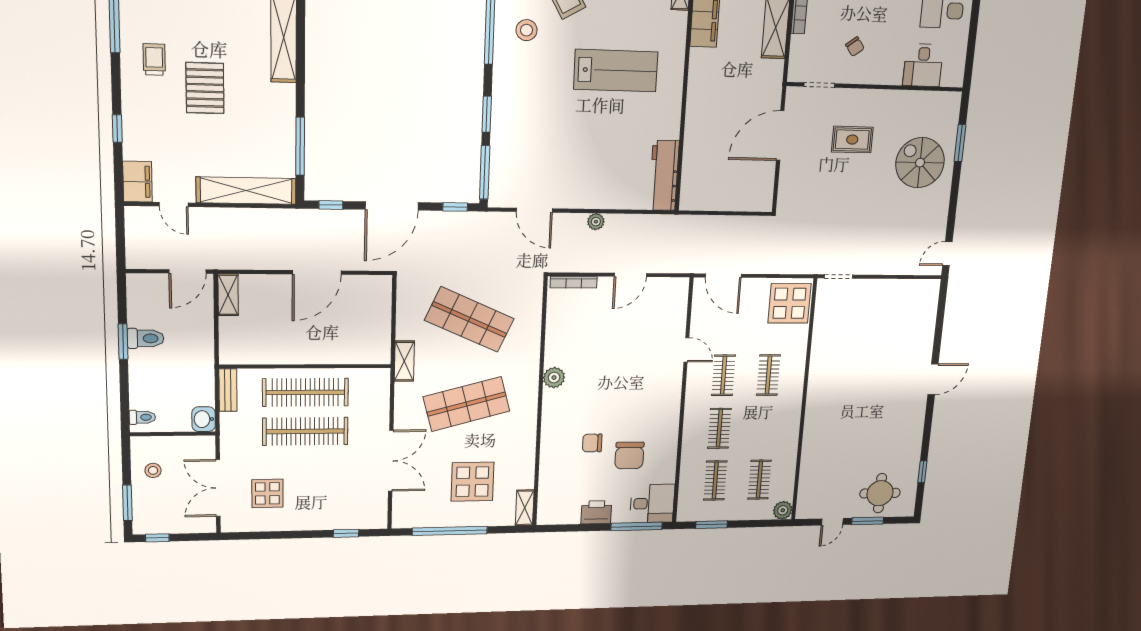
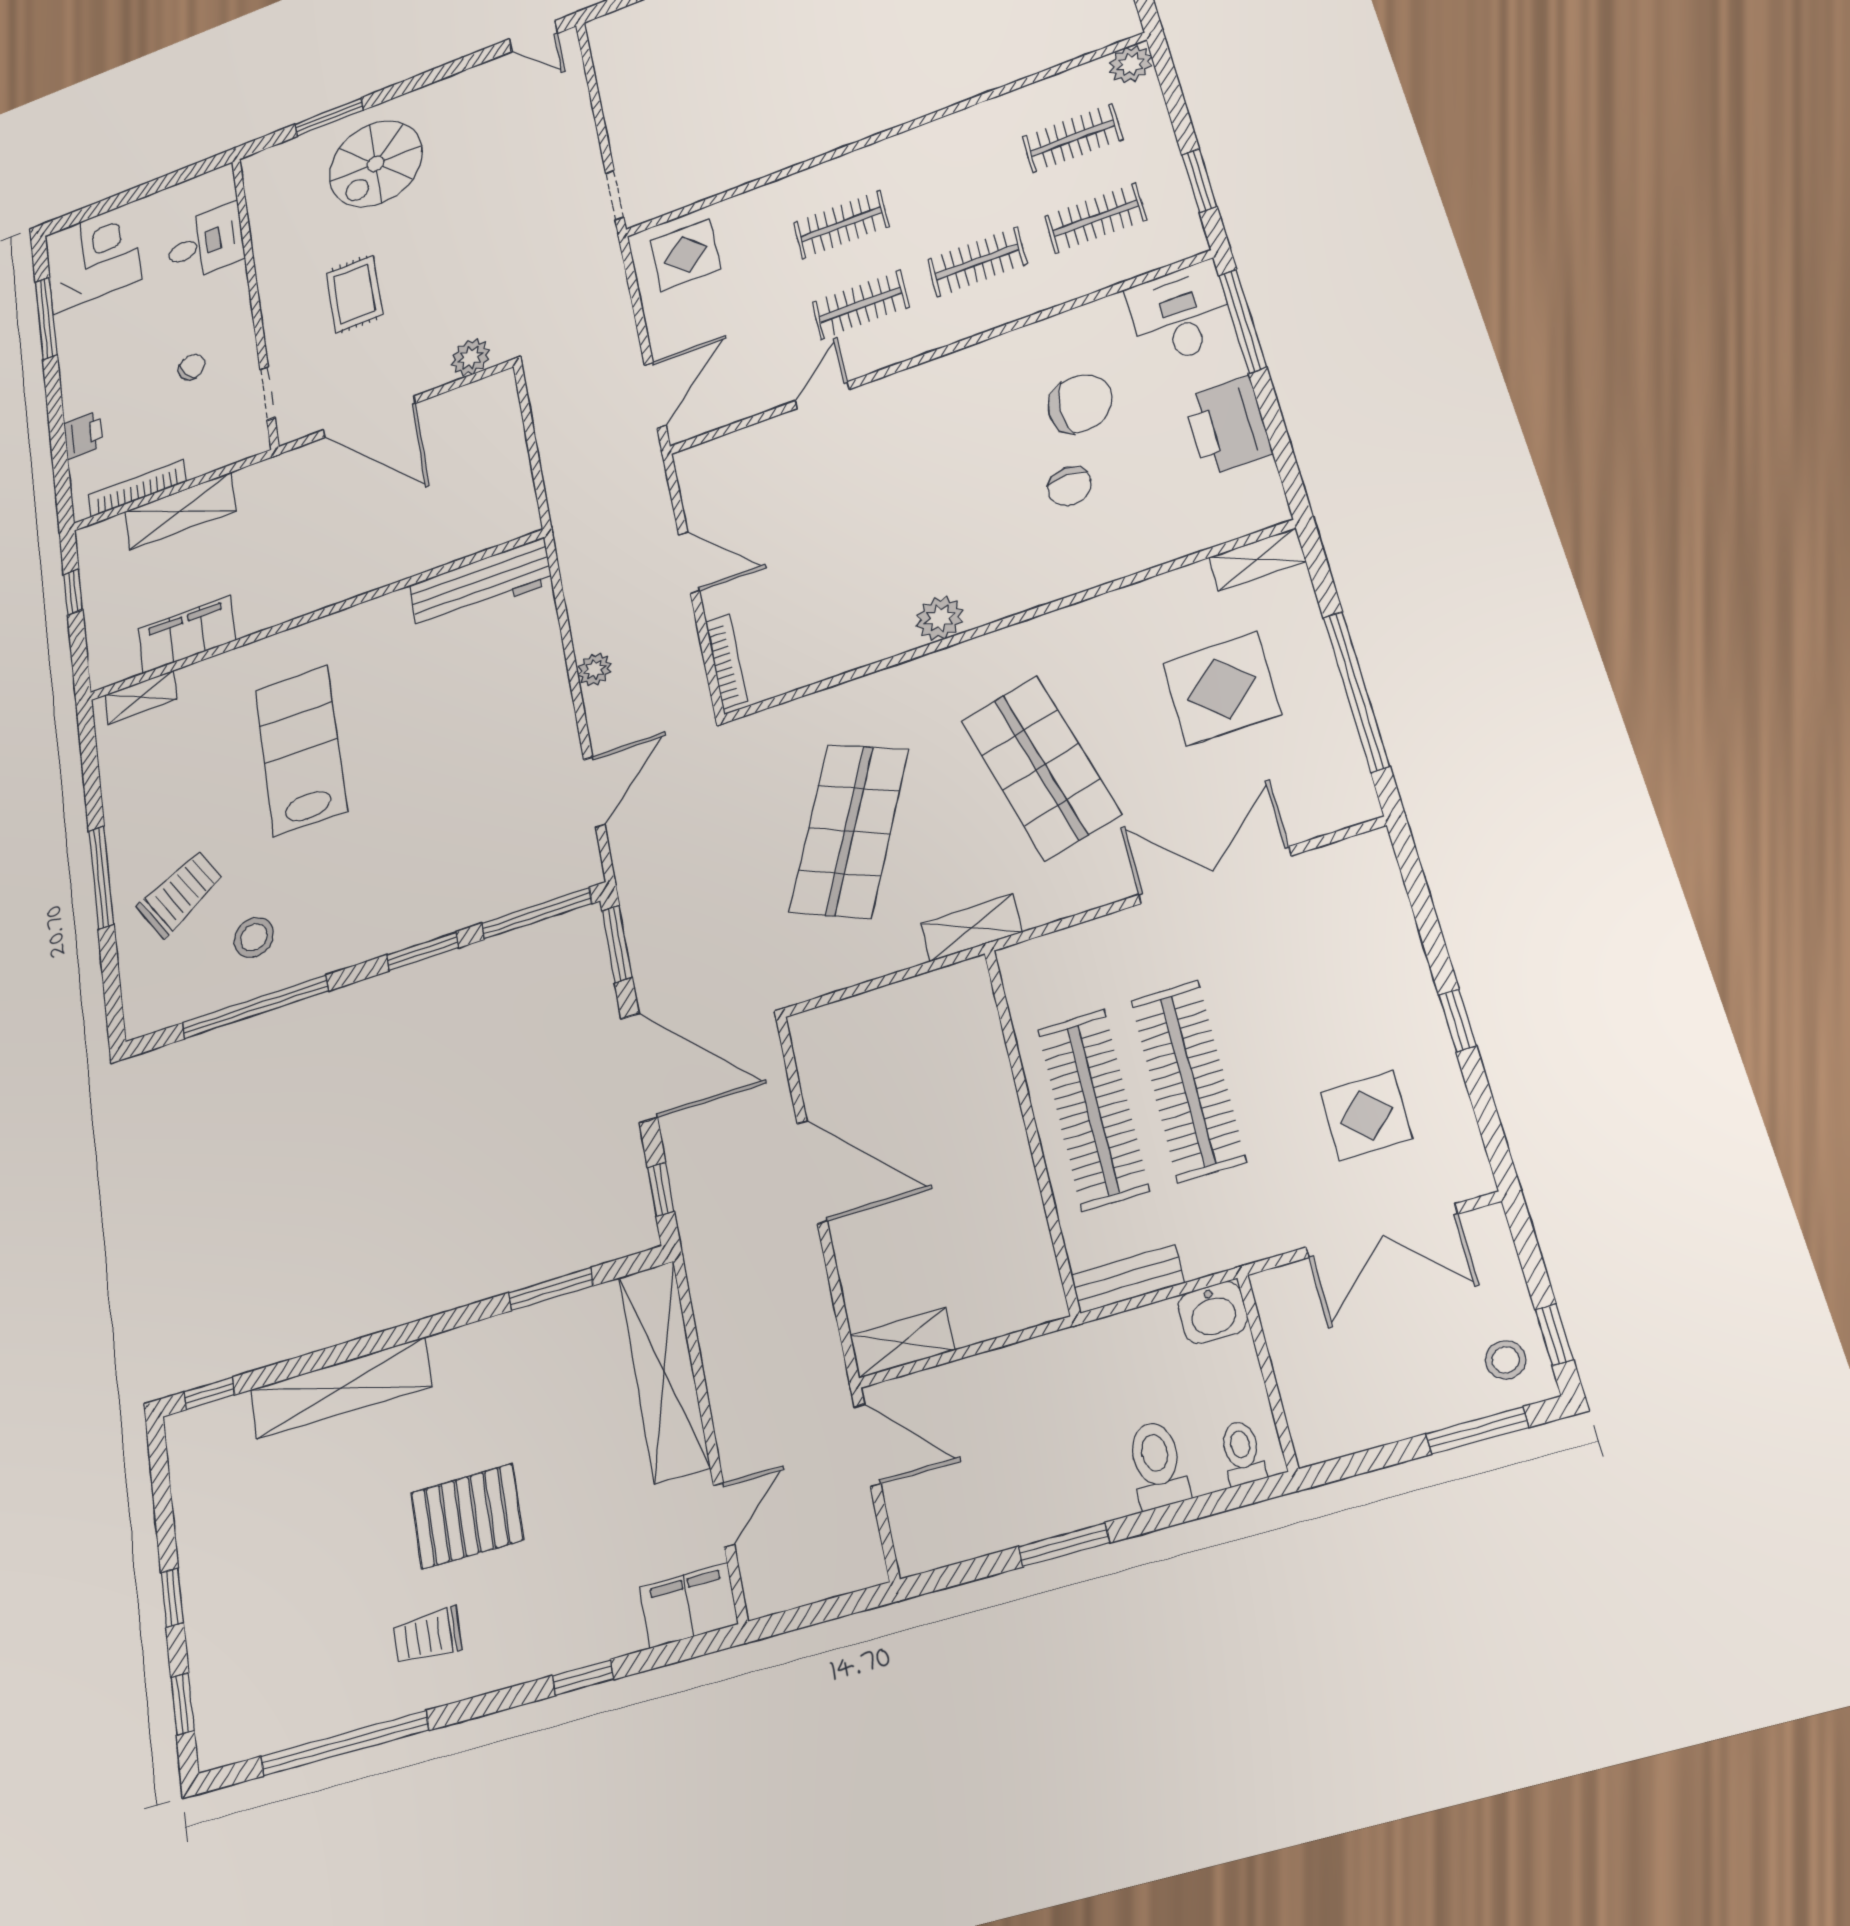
window: (300, 146) -> (551, 1289), width x0.69
plant: (787, 192) -> (470, 357), added
window: (455, 207) -> (617, 944), width x1.50
display table: (790, 303) -> (686, 255), width x0.73, depth x0.73
toilet: (145, 338) -> (1157, 1464), moved
stool: (153, 470) -> (1506, 1360), moved
printer: (596, 512) -> (1228, 426), width x1.37, depth x1.19
window: (346, 533) -> (1458, 1020), moved

